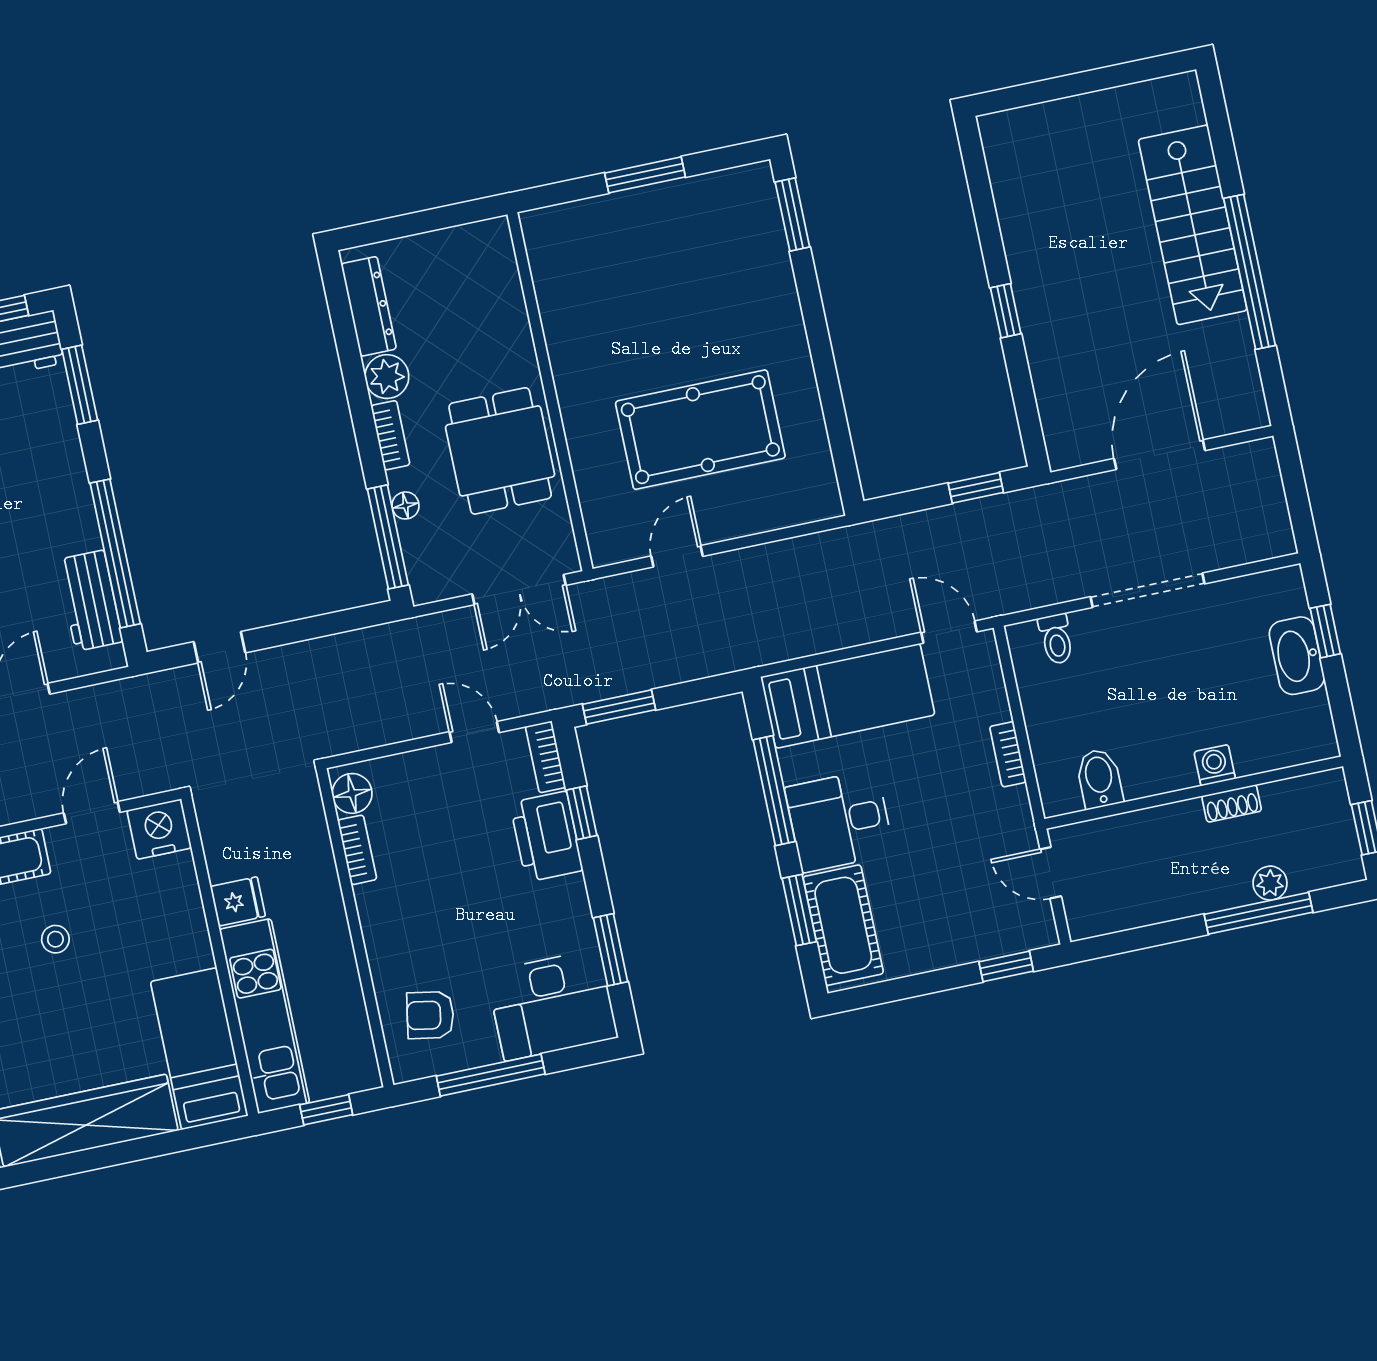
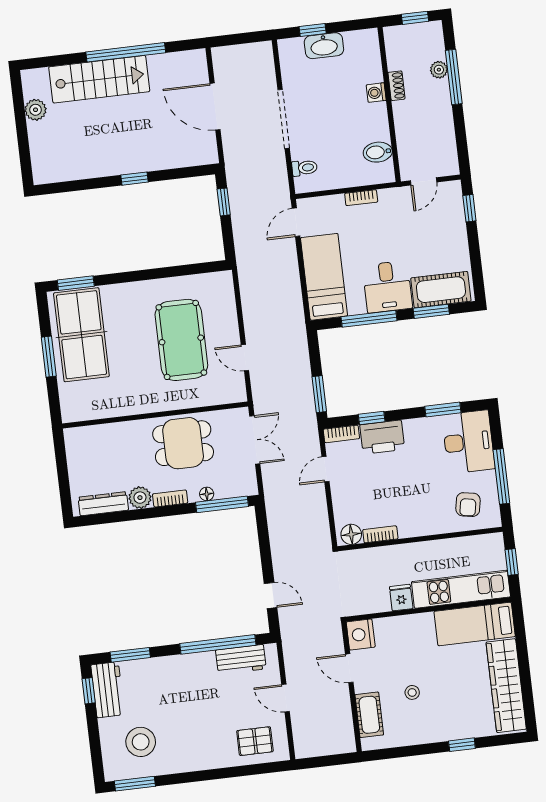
plant: (1122, 106) -> (36, 110), added
table tennis table: (693, 235) -> (81, 335), added

